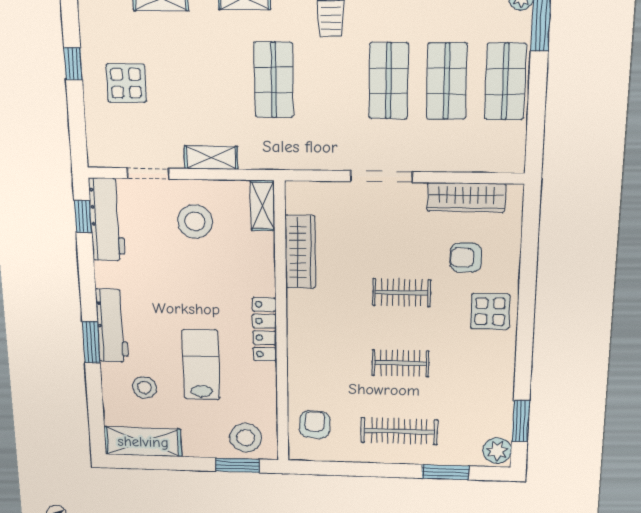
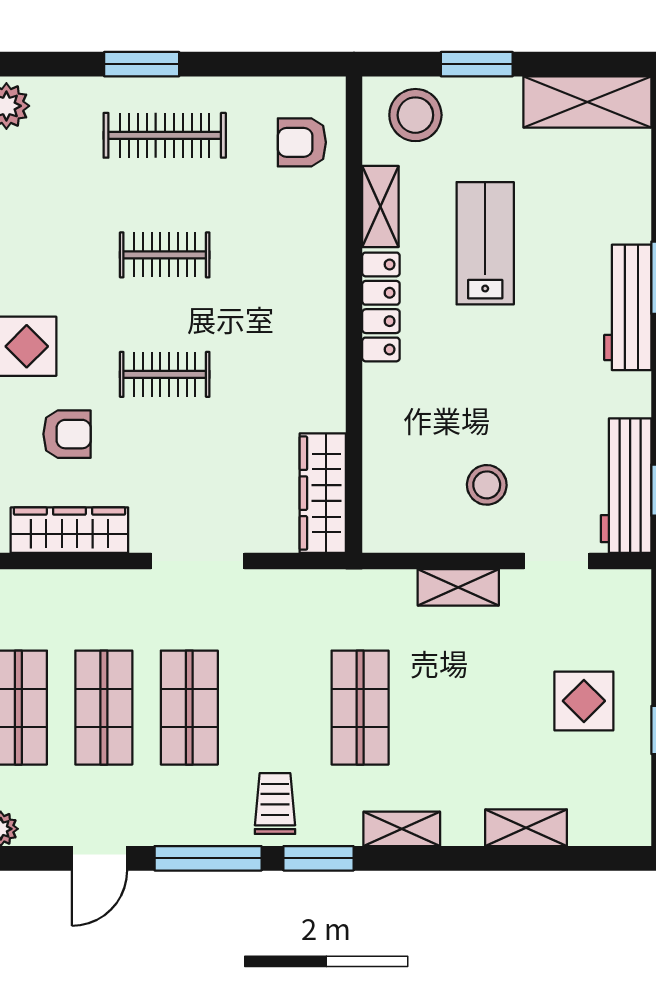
shelving: (263, 206) -> (380, 206), moved
stool: (195, 221) -> (487, 485), width x0.73, depth x0.73
wardrobe: (300, 252) -> (323, 493), moved
lab bench: (201, 365) -> (485, 243), turned 180
stool: (144, 388) -> (580, 200), removed
armchair: (315, 425) -> (302, 142), turned 86
window: (237, 465) -> (477, 64), moved
window: (445, 472) -> (142, 64), moved

